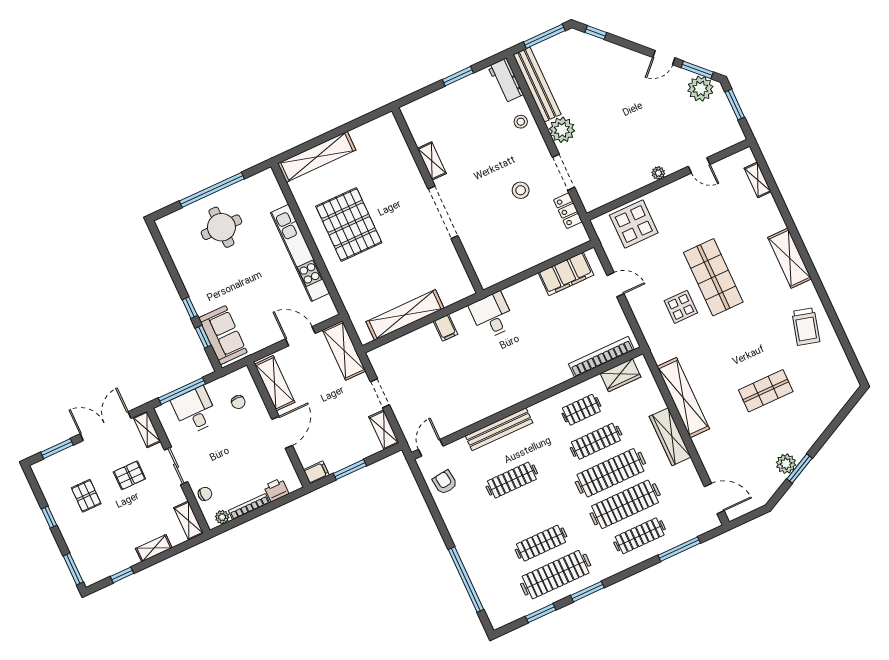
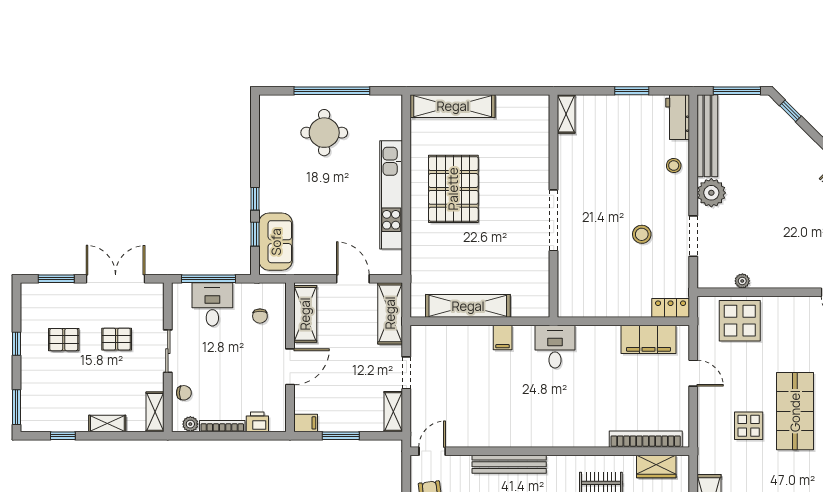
shelving: (432, 161) -> (566, 114), moved
plant: (658, 173) -> (742, 281), moved
locker: (568, 211) -> (671, 308), moved, turned 90
shelving: (147, 429) -> (156, 301), removed
pallet: (86, 496) -> (64, 340), turned 90

